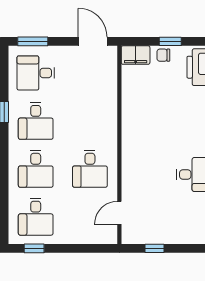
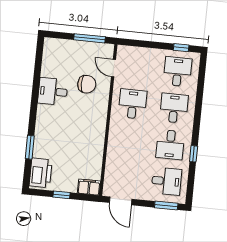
chair: (163, 55) -> (87, 84), moved, width x1.87, depth x1.87
desk: (36, 121) -> (170, 145), turned 180
door: (119, 213) -> (114, 68), swing flipped
window: (155, 248) -> (89, 38), width x2.17

